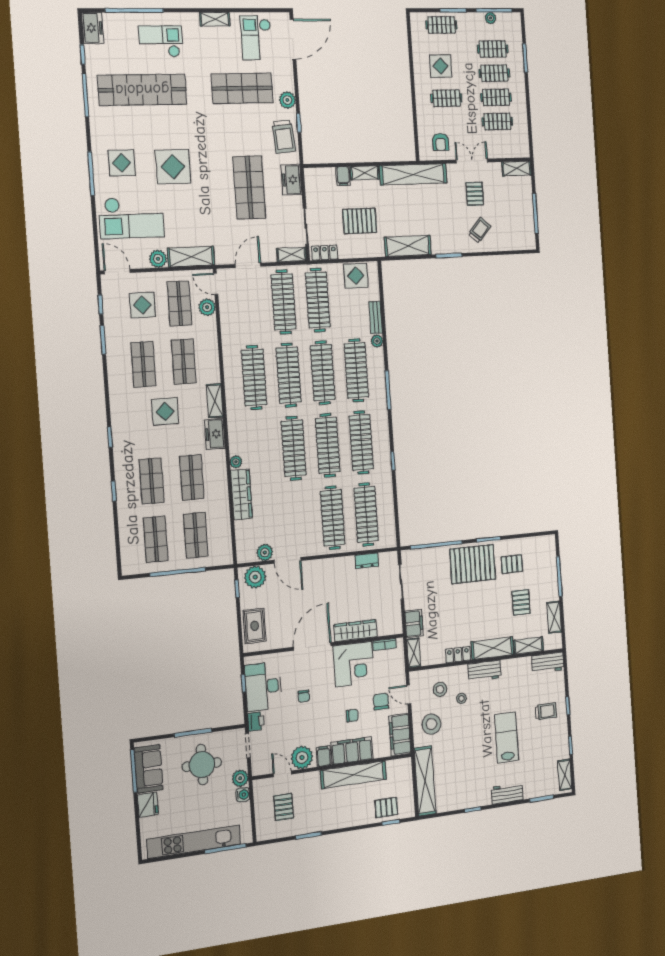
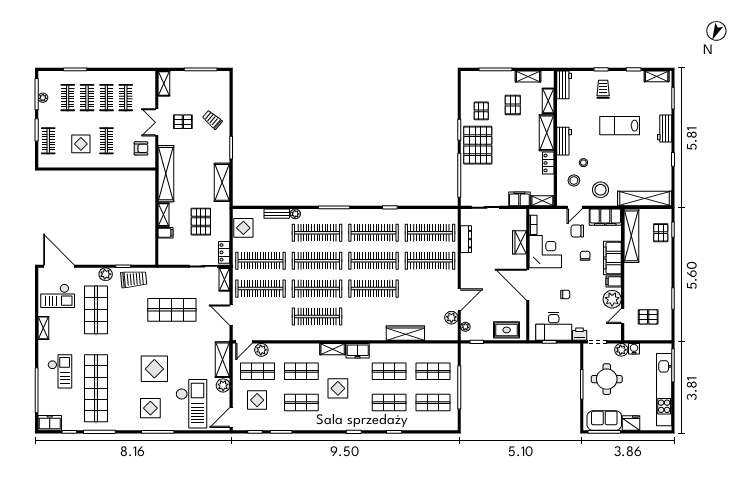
checkout: (161, 41) -> (60, 371), turned 180
freezer: (291, 180) -> (167, 275), removed
plant: (236, 462) -> (380, 336), removed
dresser: (367, 561) -> (466, 239), width x1.44
plant: (255, 577) -> (465, 327), width x0.53, depth x0.53
pallet: (521, 602) -> (513, 105), turned 90
wardrobe: (355, 631) -> (519, 242), width x0.67
shelving: (353, 775) -> (631, 236), moved

